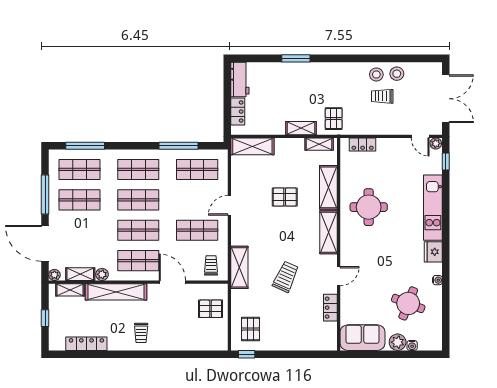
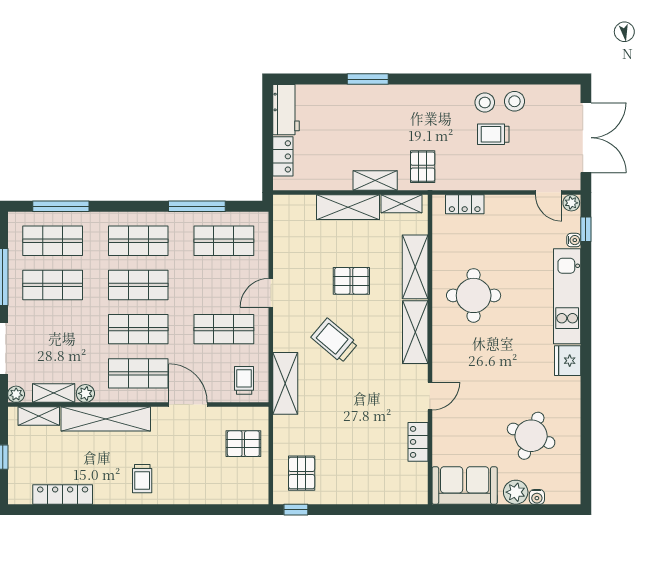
shelving: (252, 146) -> (348, 207), moved
trolley: (286, 277) -> (334, 340), moved, turned -74
water cooler: (437, 280) -> (574, 240), moved

